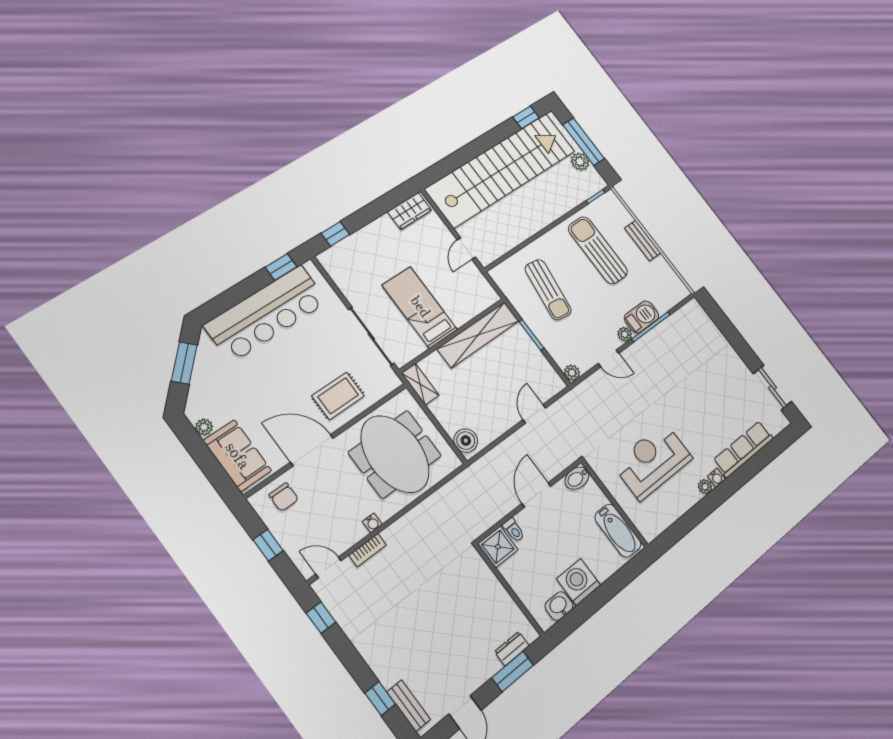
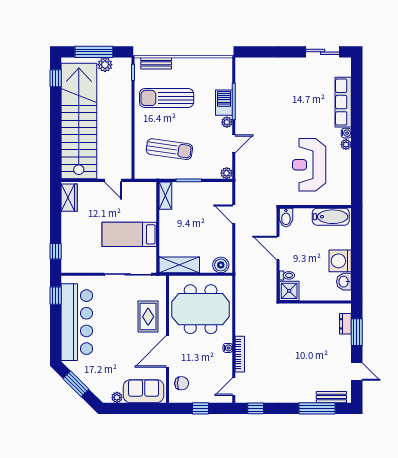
bench: (643, 240) -> (156, 63), moved
shelving: (478, 335) -> (165, 196), width x0.45, depth x0.75
shelving: (420, 384) -> (179, 265), width x1.50, depth x1.33
bookcase: (368, 550) -> (240, 354), width x1.56
window: (380, 699) -> (317, 408), width x2.17

